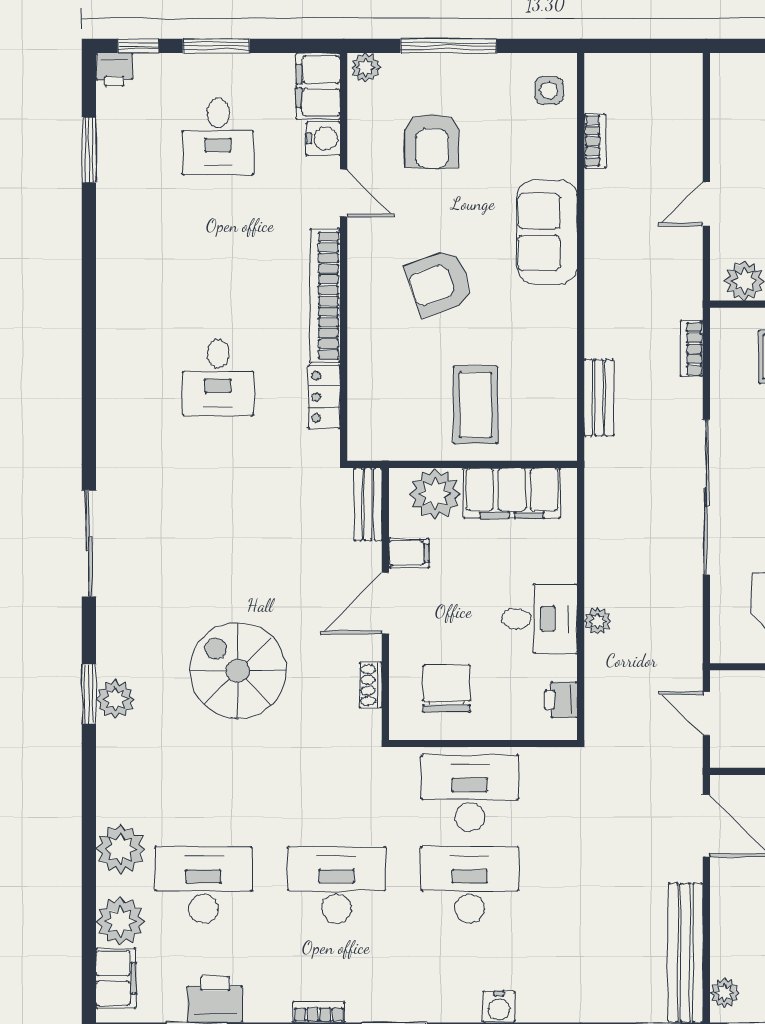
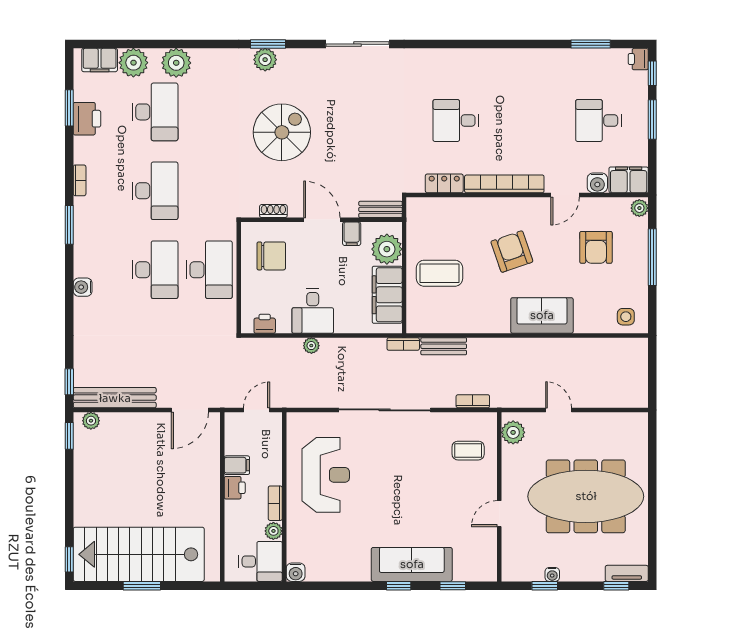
armchair: (432, 141) -> (596, 247), turned -90
bookcase: (595, 141) -> (403, 344), moved

